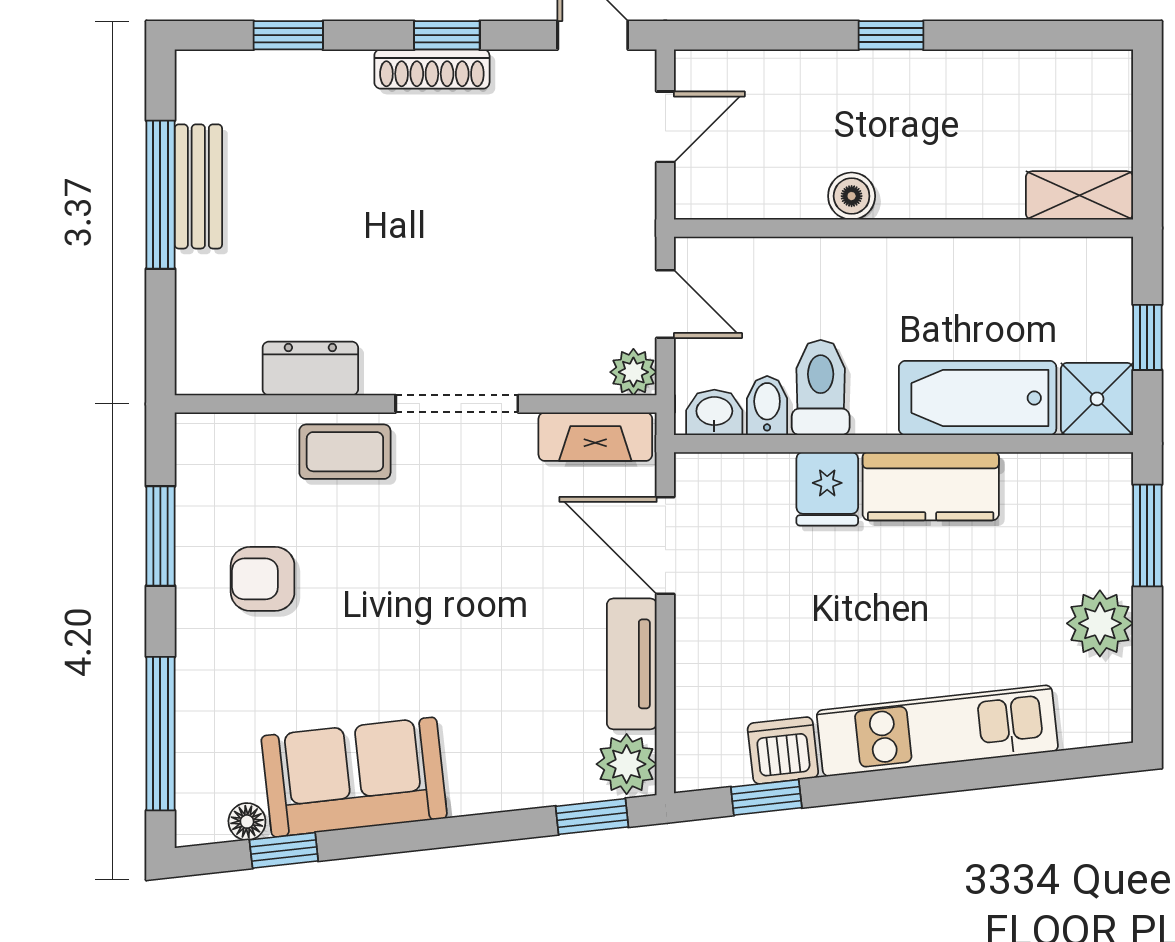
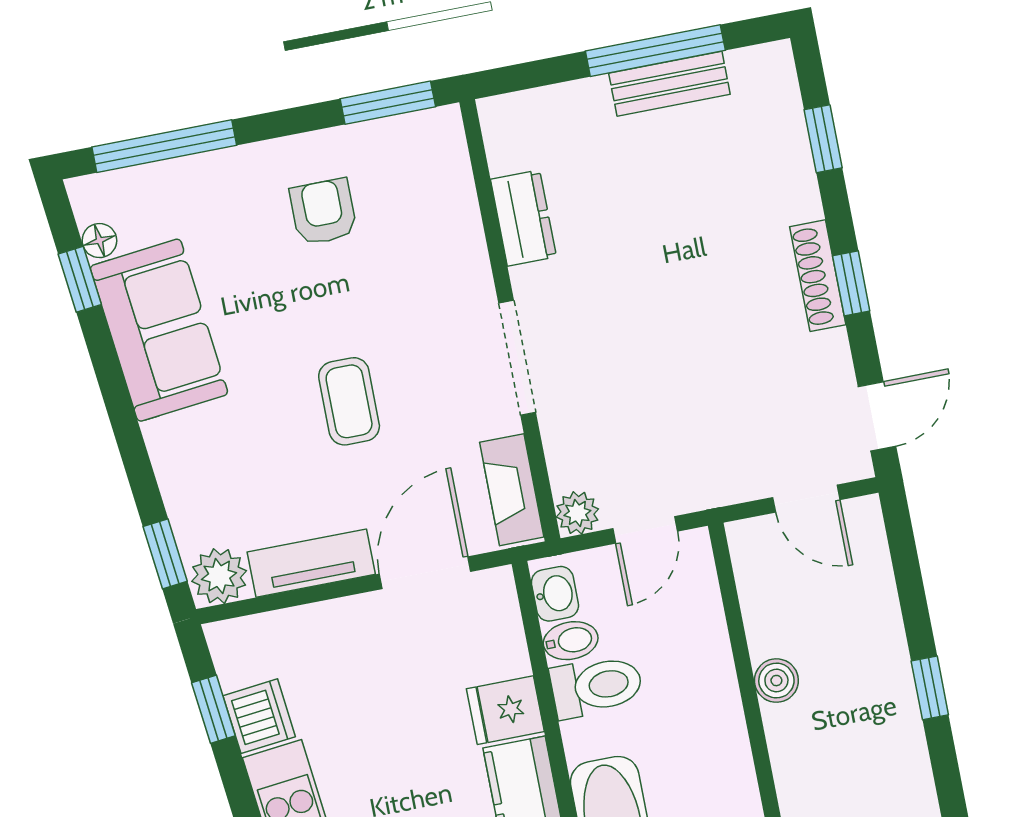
coffee table: (345, 452) -> (349, 401), moved
window: (160, 536) -> (388, 103), moved

